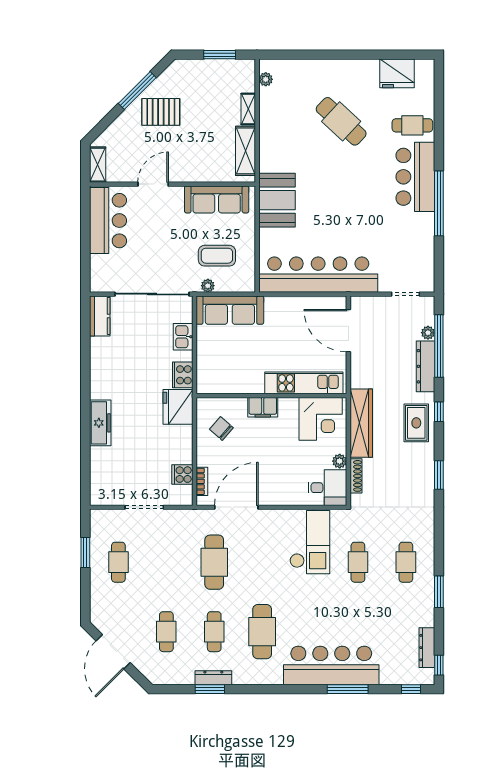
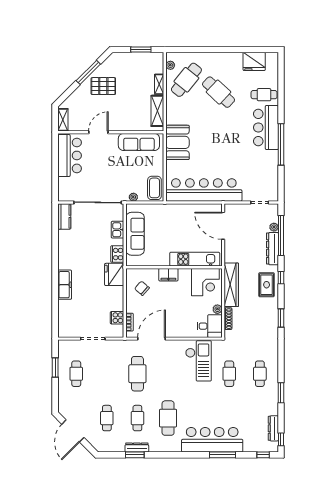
cafe table: (291, 102) -> (186, 80), added
coffee table: (217, 256) -> (154, 188), moved, turned 90
sofa: (230, 310) -> (135, 234), moved, turned -90

